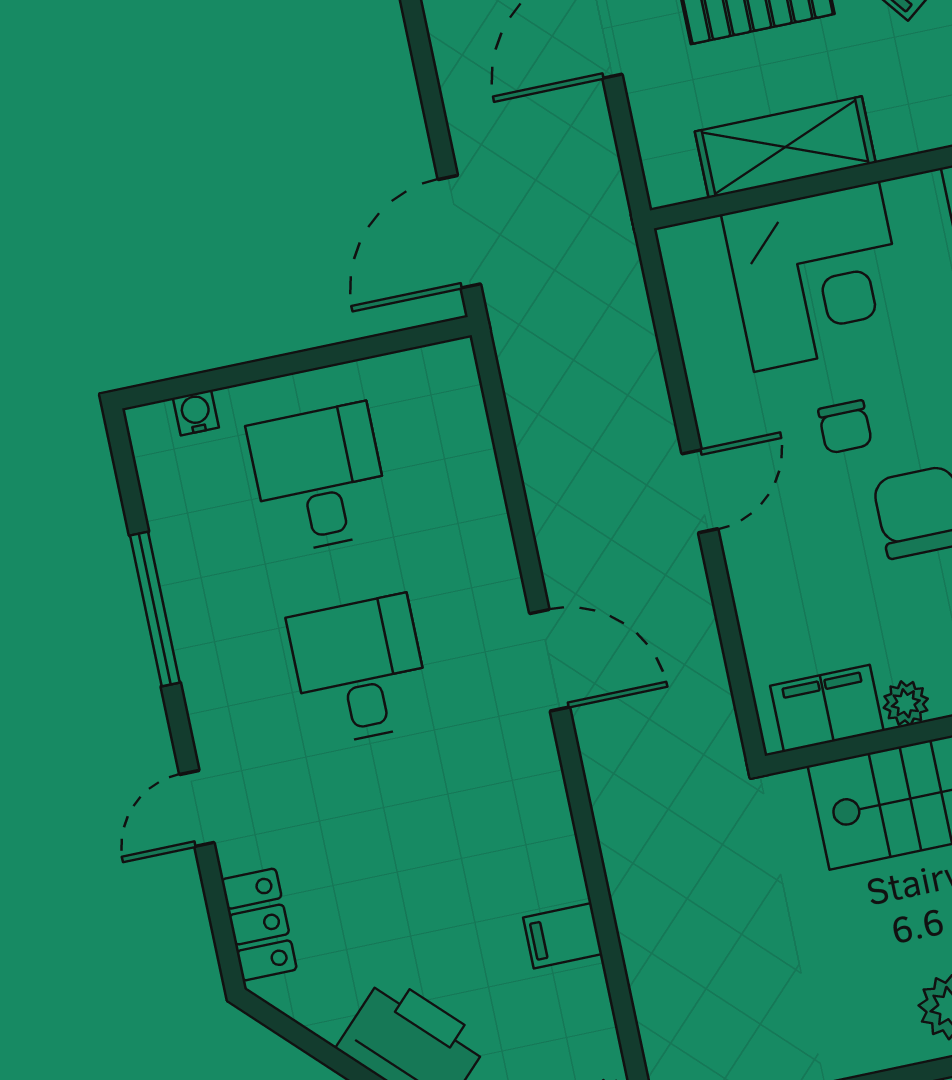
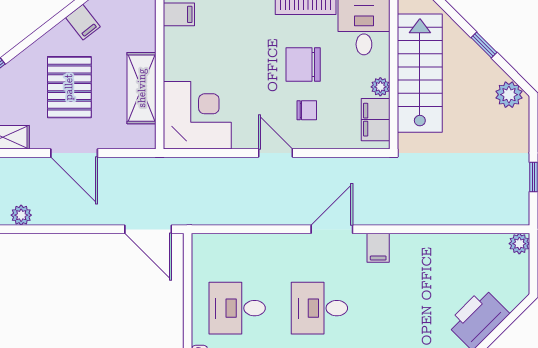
corner desk: (816, 276) -> (197, 115), moved
chair: (845, 427) -> (307, 110), moved
filing cabinet: (563, 936) -> (378, 248), moved

